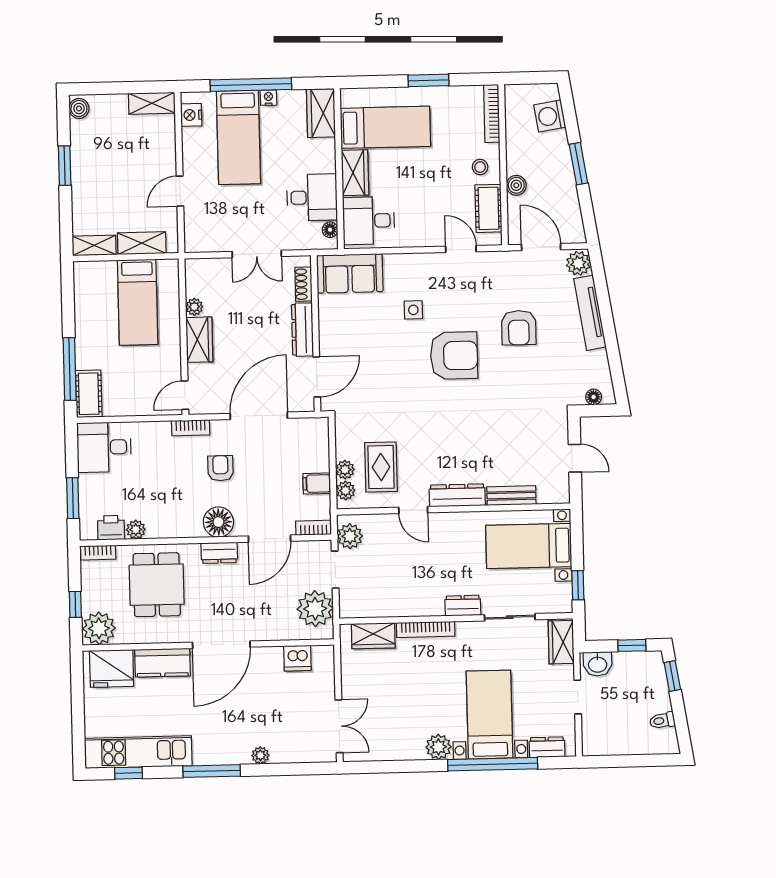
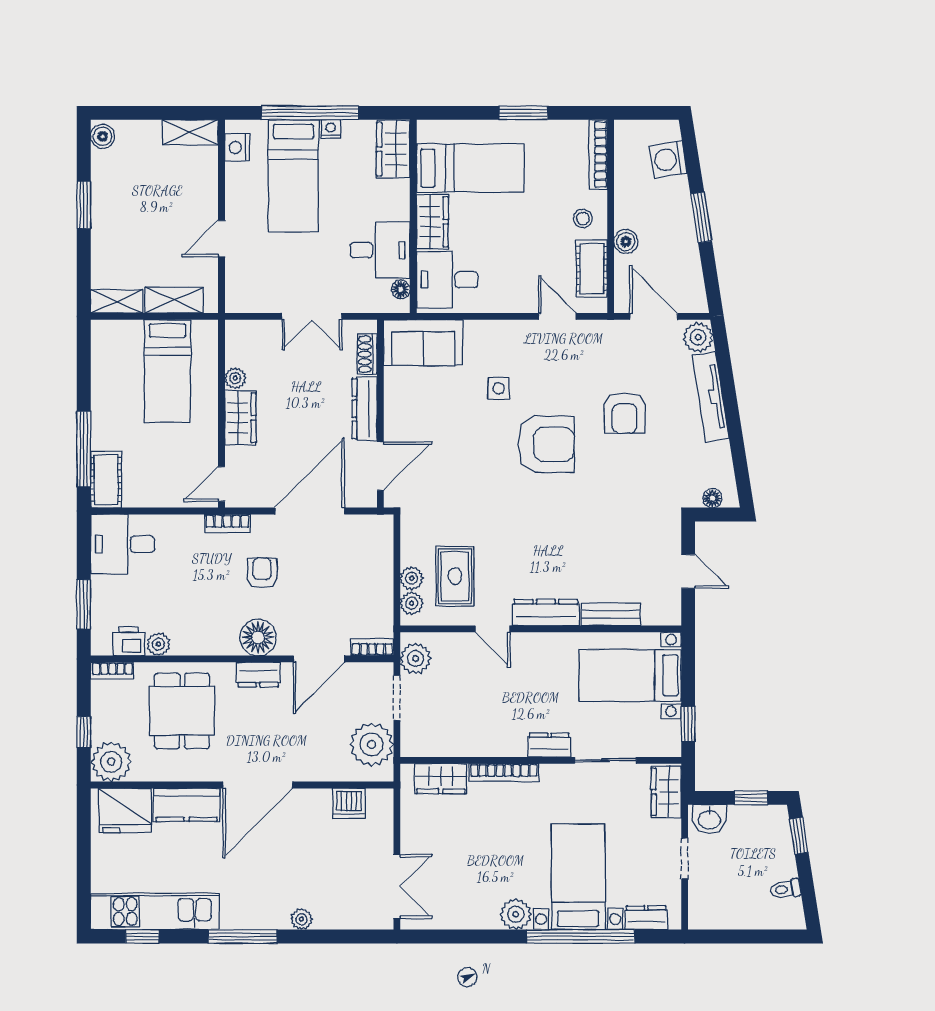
filing cabinet: (317, 484) -> (377, 594), removed

